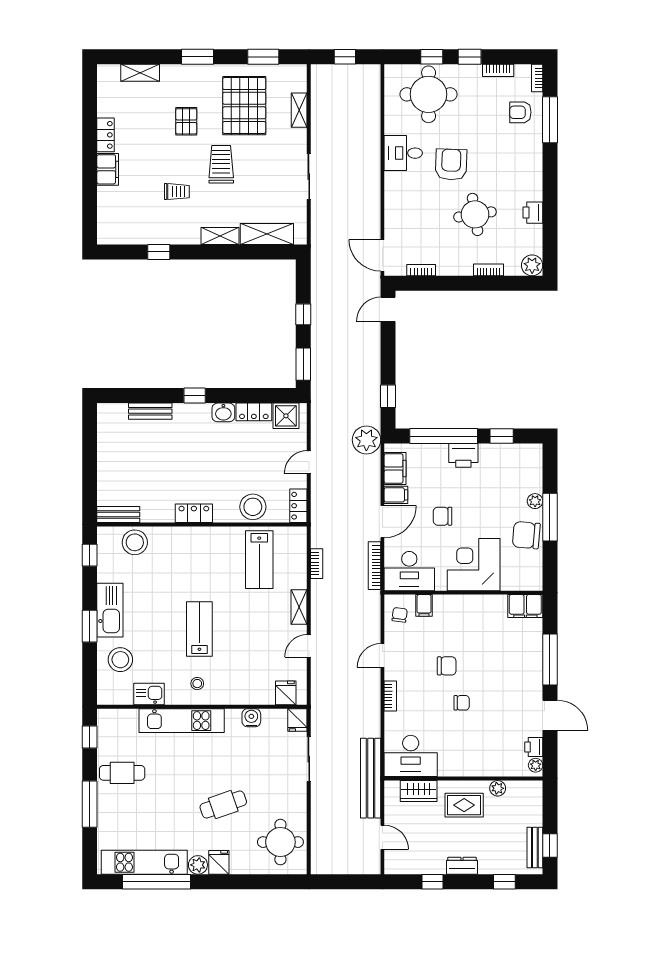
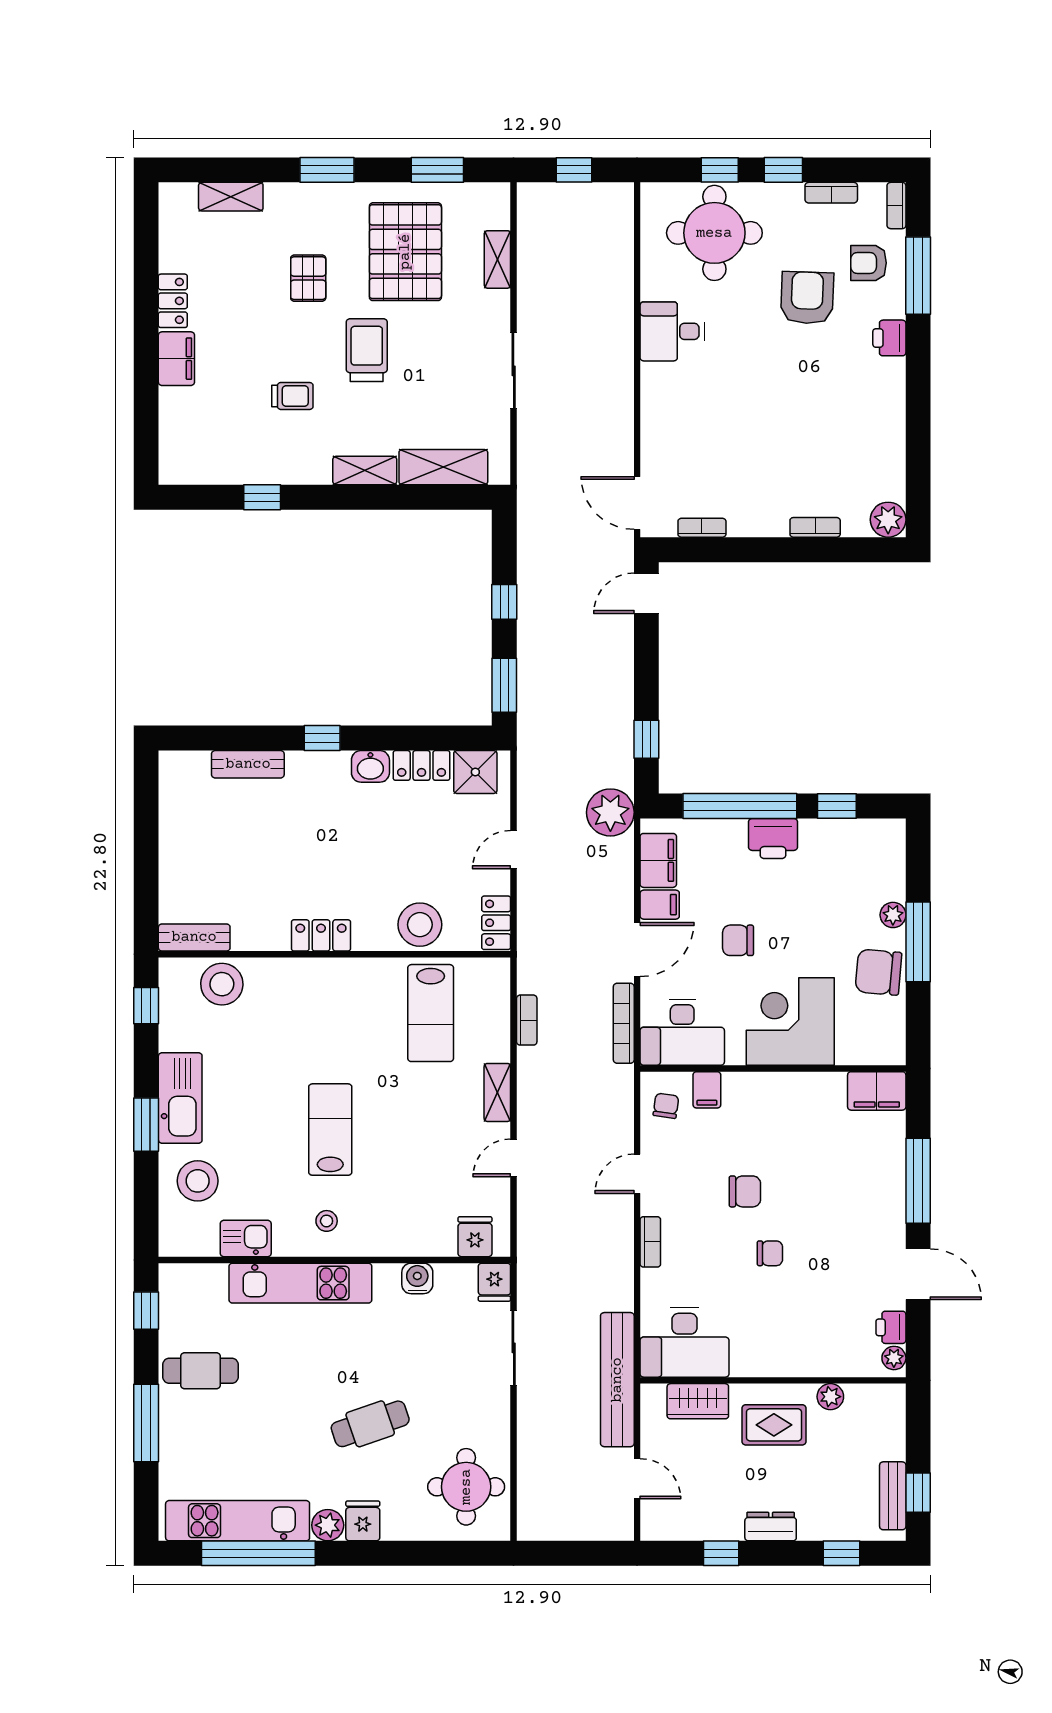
armchair: (451, 164) -> (807, 298), moved
printer: (533, 213) -> (889, 338), moved
round table: (475, 214) -> (792, 434), removed

